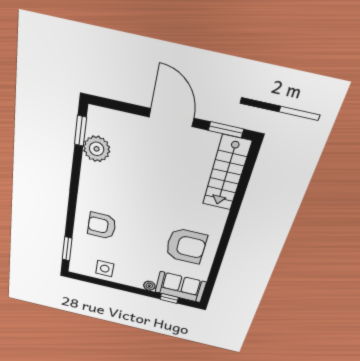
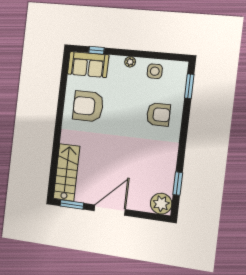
door: (171, 118) -> (110, 210), swing flipped
window: (80, 131) -> (178, 184), moved
plant: (97, 149) -> (161, 204), moved
plant: (149, 286) -> (130, 62), moved

